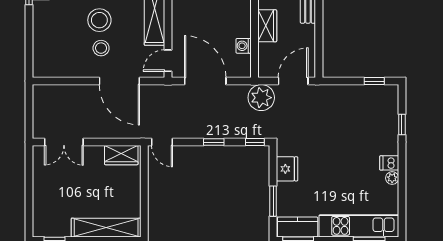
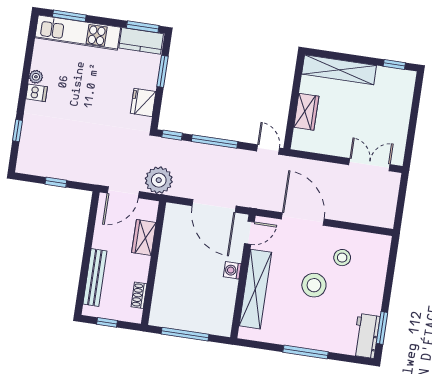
wardrobe: (267, 26) -> (144, 237), moved
washing machine: (244, 46) -> (232, 270), moved, turned 180
stool: (101, 48) -> (342, 258), moved
window: (374, 81) -> (56, 182), moved
window: (214, 142) -> (215, 141), width x2.17
wardrobe: (121, 155) -> (306, 112), moved, turned 90

